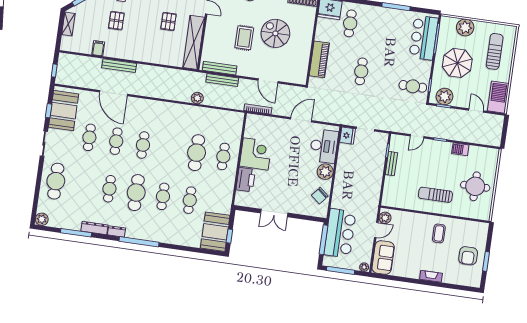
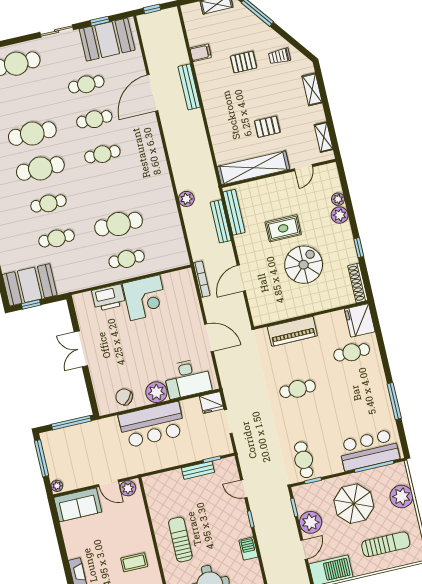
plant: (445, 96) -> (311, 522), moved
cafe table: (109, 189) -> (32, 134), width x1.37, depth x1.35
bar counter: (340, 233) -> (152, 425), moved

